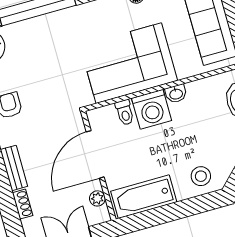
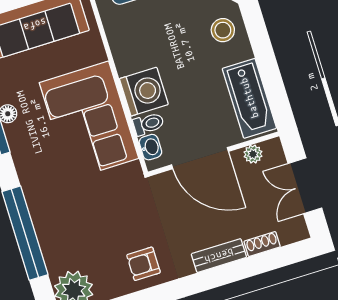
washbasin: (176, 94) -> (150, 147), moved

